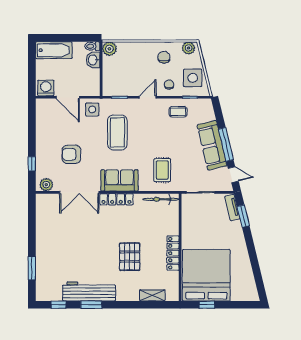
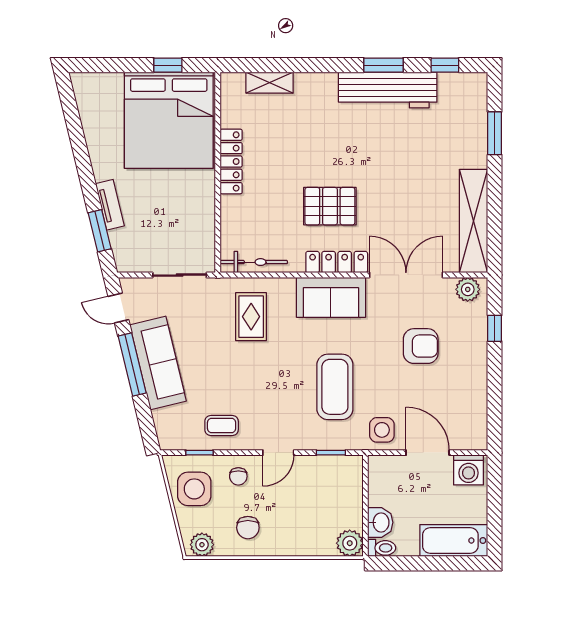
tv unit: (232, 207) -> (110, 205), moved
shelving: (43, 221) -> (474, 221), added
pallet: (130, 257) -> (330, 206), moved, turned 90

